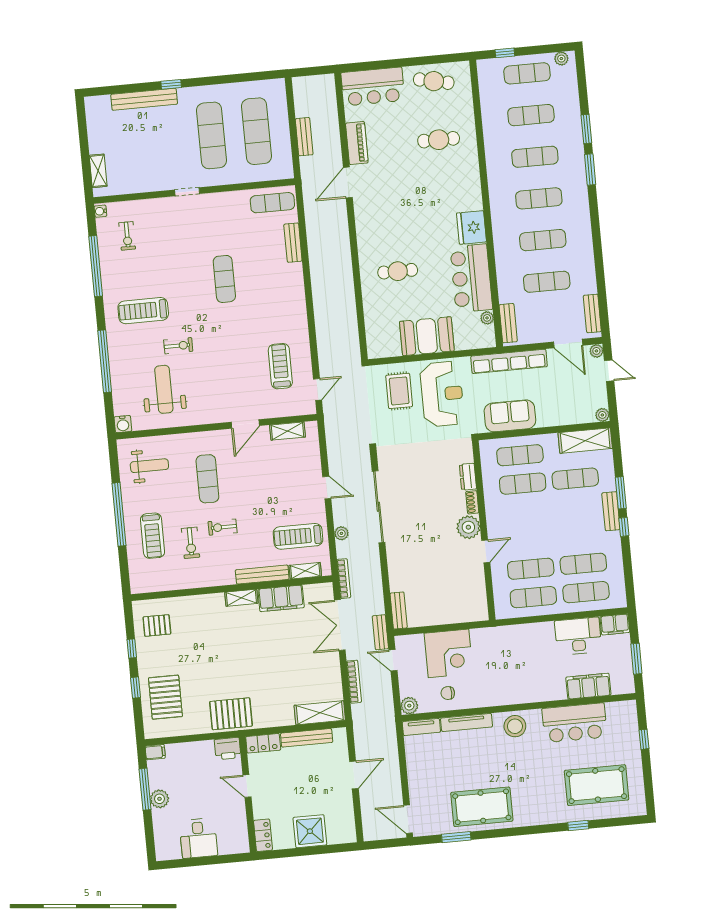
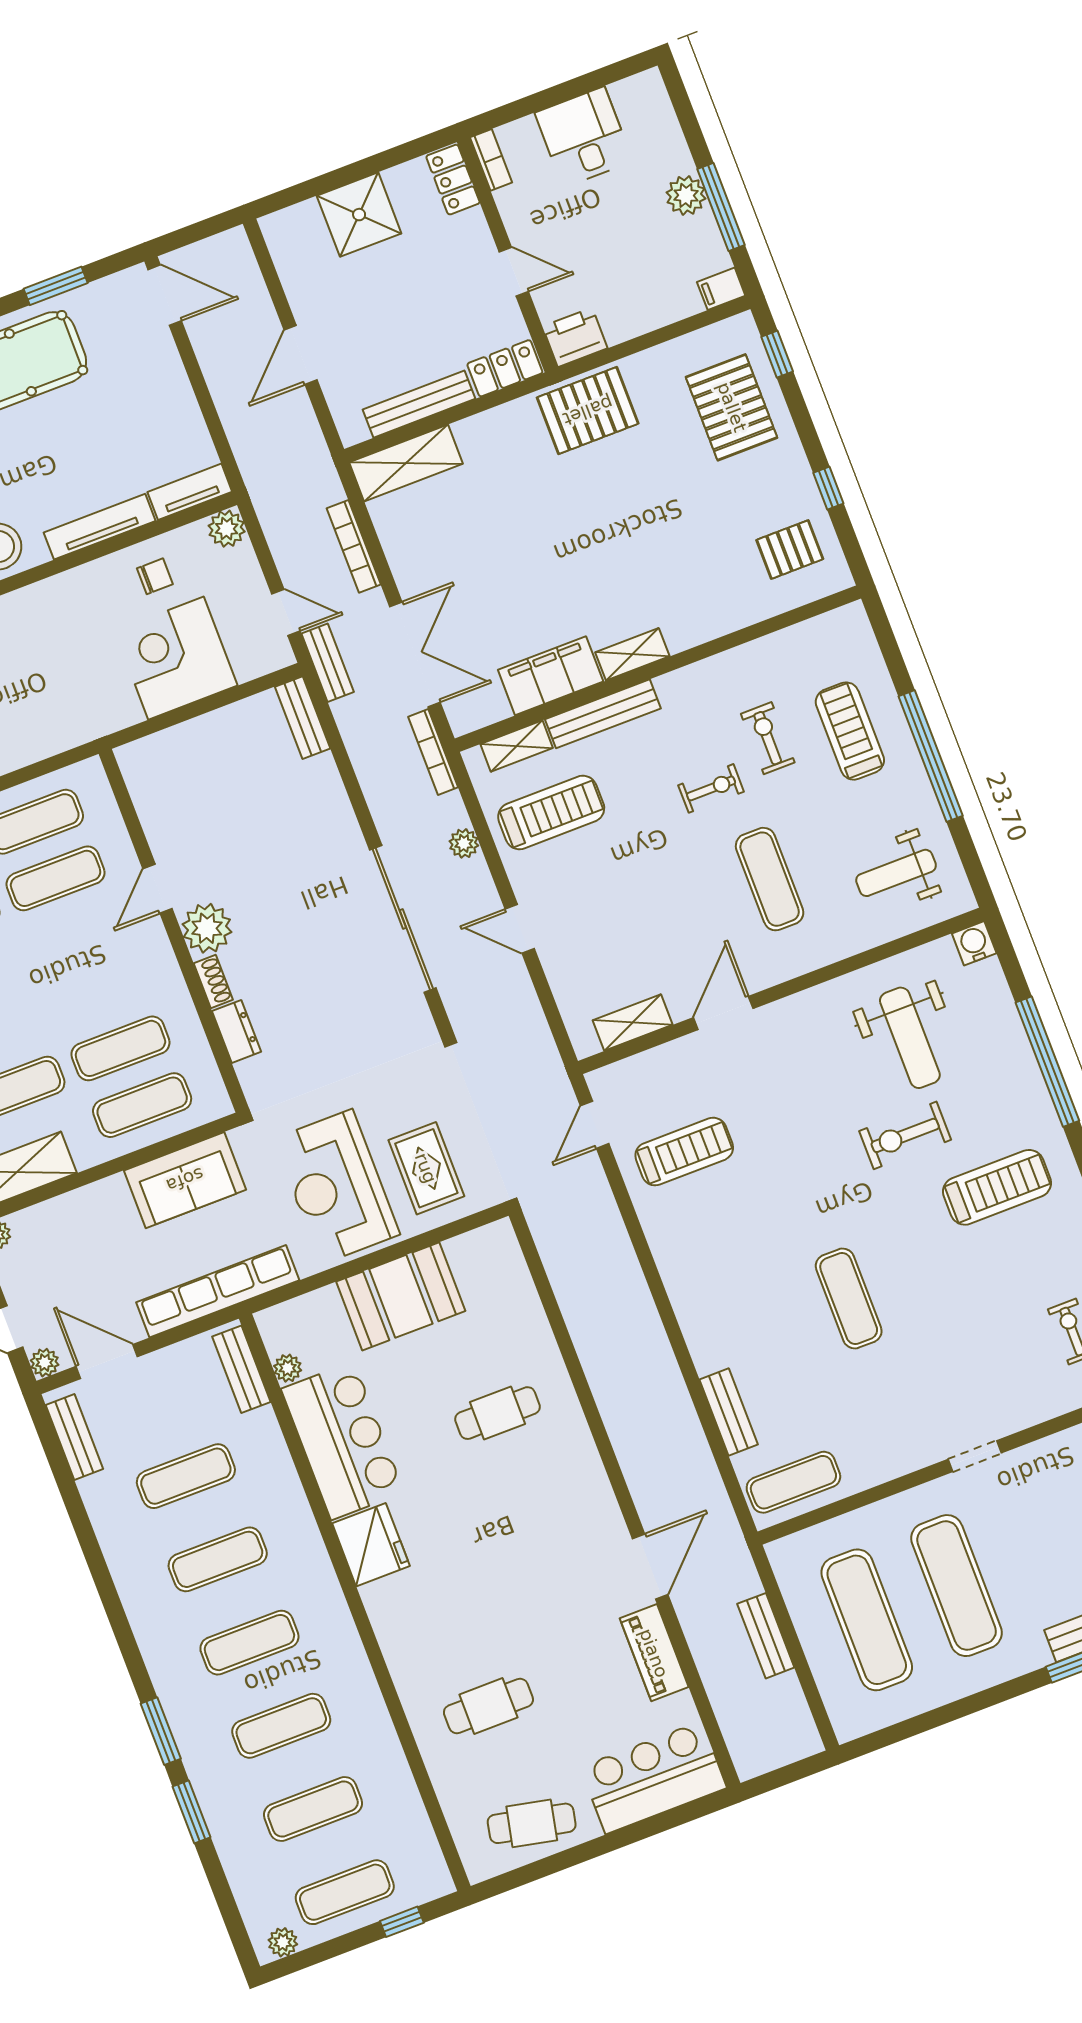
exercise bike: (178, 346) -> (905, 1135), width x1.38, depth x1.39
treadmill: (280, 366) -> (684, 1152), turned -90
window: (135, 688) -> (777, 354), moved
bookcase: (243, 839) -> (491, 160), added

